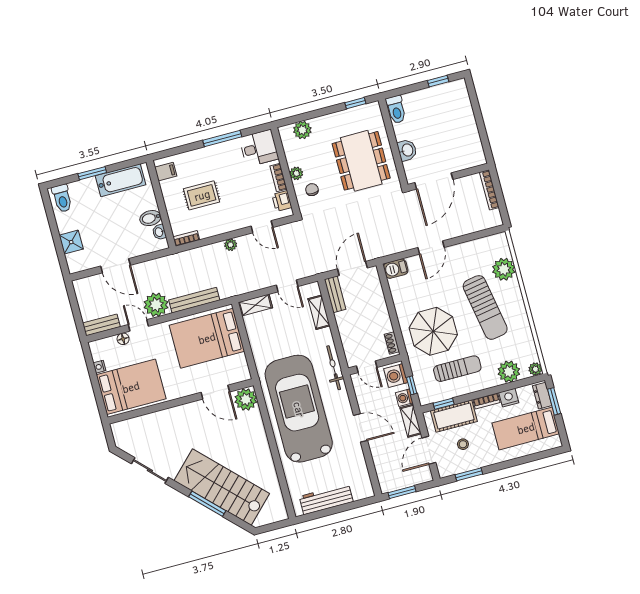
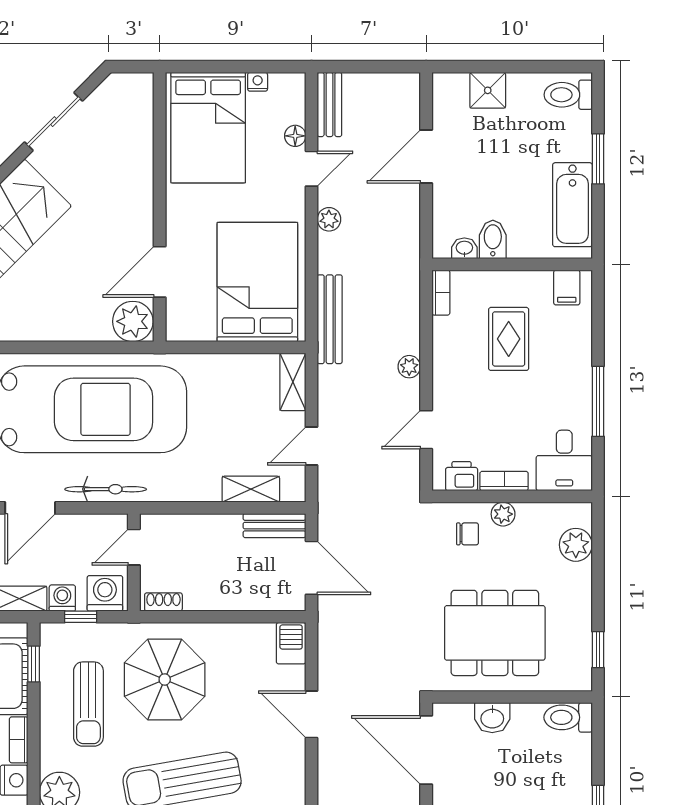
bench: (194, 300) -> (330, 319), moved
plant: (156, 305) -> (329, 219), width x0.53, depth x0.53
bicycle: (334, 368) -> (106, 489), moved

